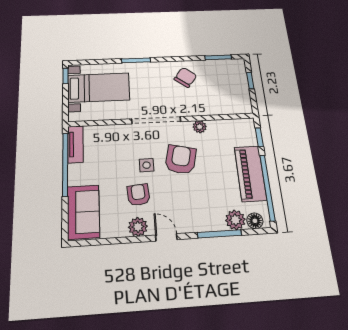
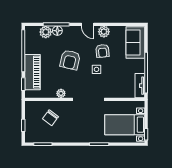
chair: (185, 77) -> (50, 118), moved
armchair: (181, 160) -> (70, 60), moved
piano: (250, 173) -> (32, 72), moved
floor lamp: (255, 221) -> (57, 31), moved

